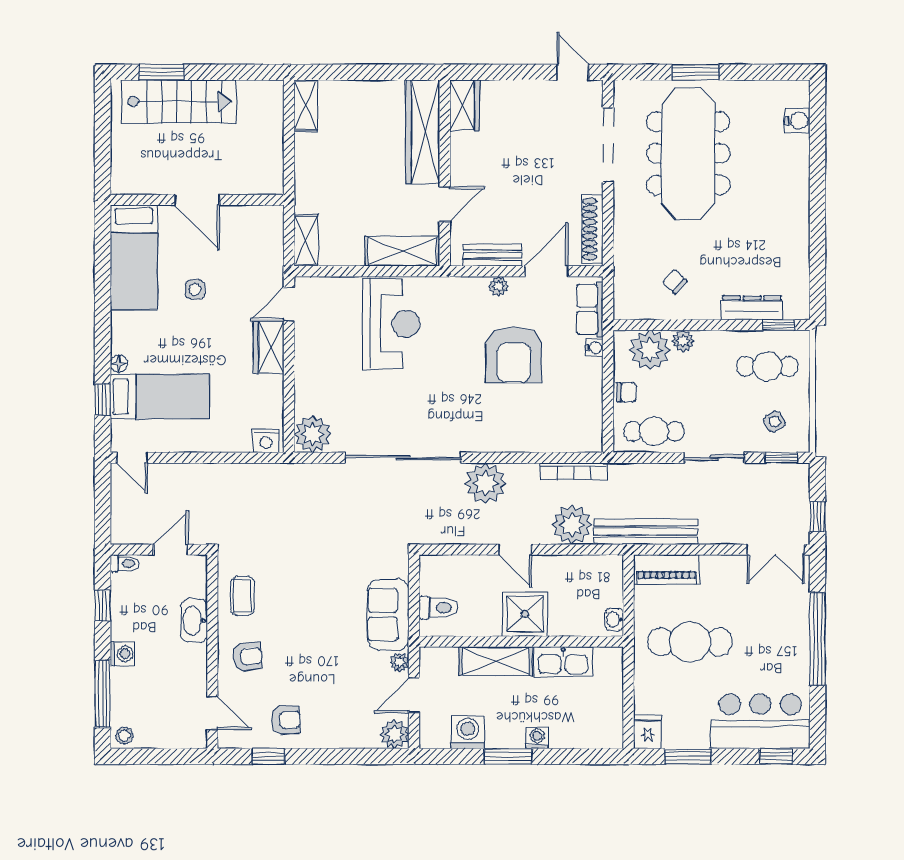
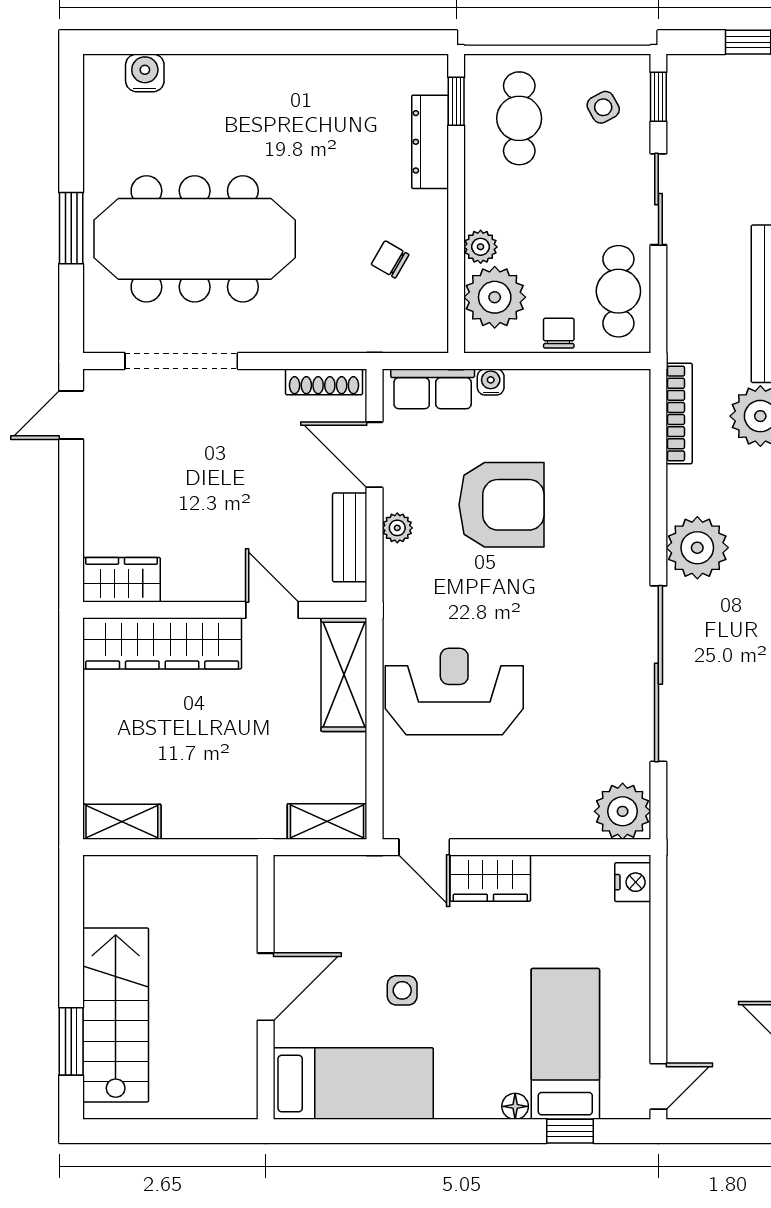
shoe rack: (592, 229) -> (324, 382), width x0.74, depth x0.81
chair: (675, 282) -> (390, 259), turned 77

